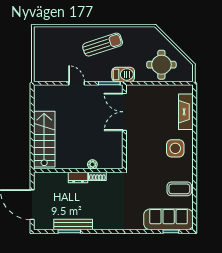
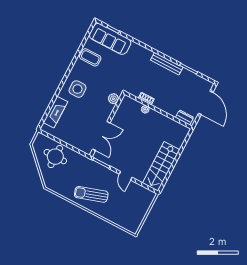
barbecue: (123, 74) -> (88, 164), removed
stairs: (44, 139) -> (161, 166), moved
plant: (132, 158) -> (113, 99), added
dresser: (78, 177) -> (185, 117), moved
bench: (73, 224) -> (167, 64), moved

